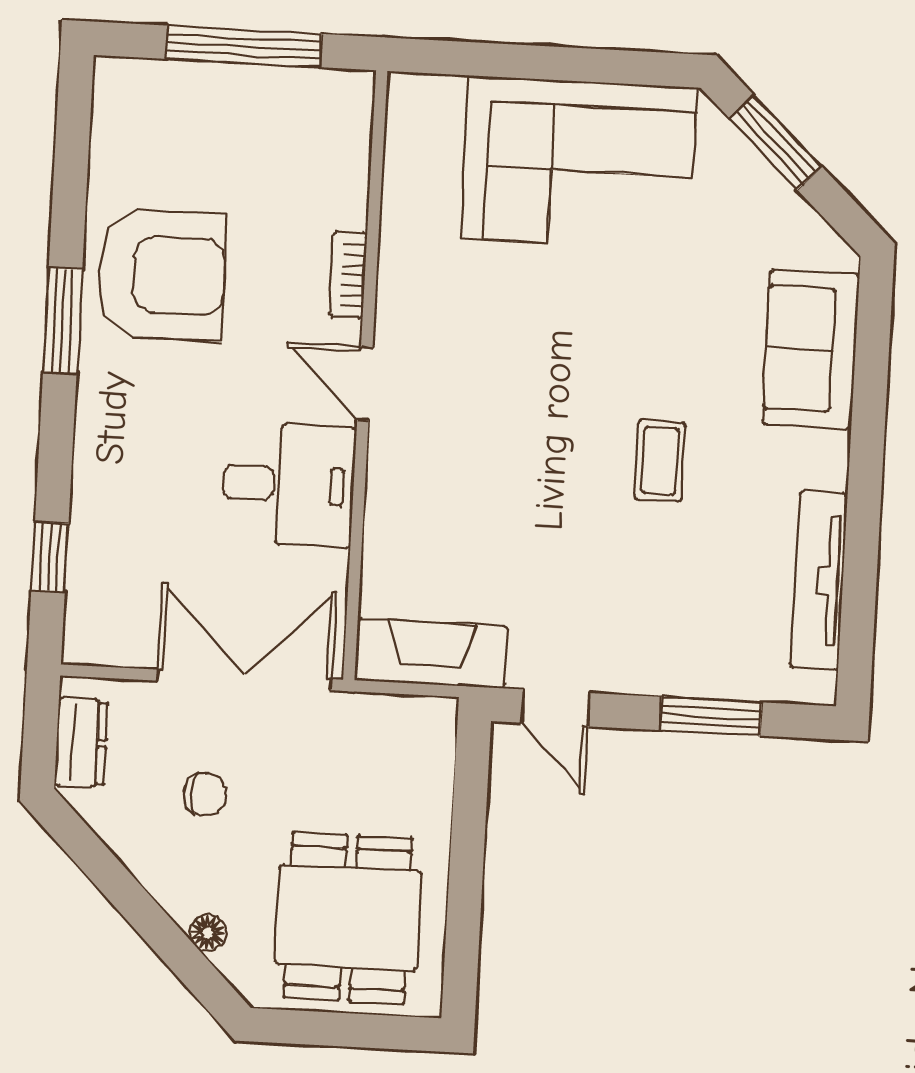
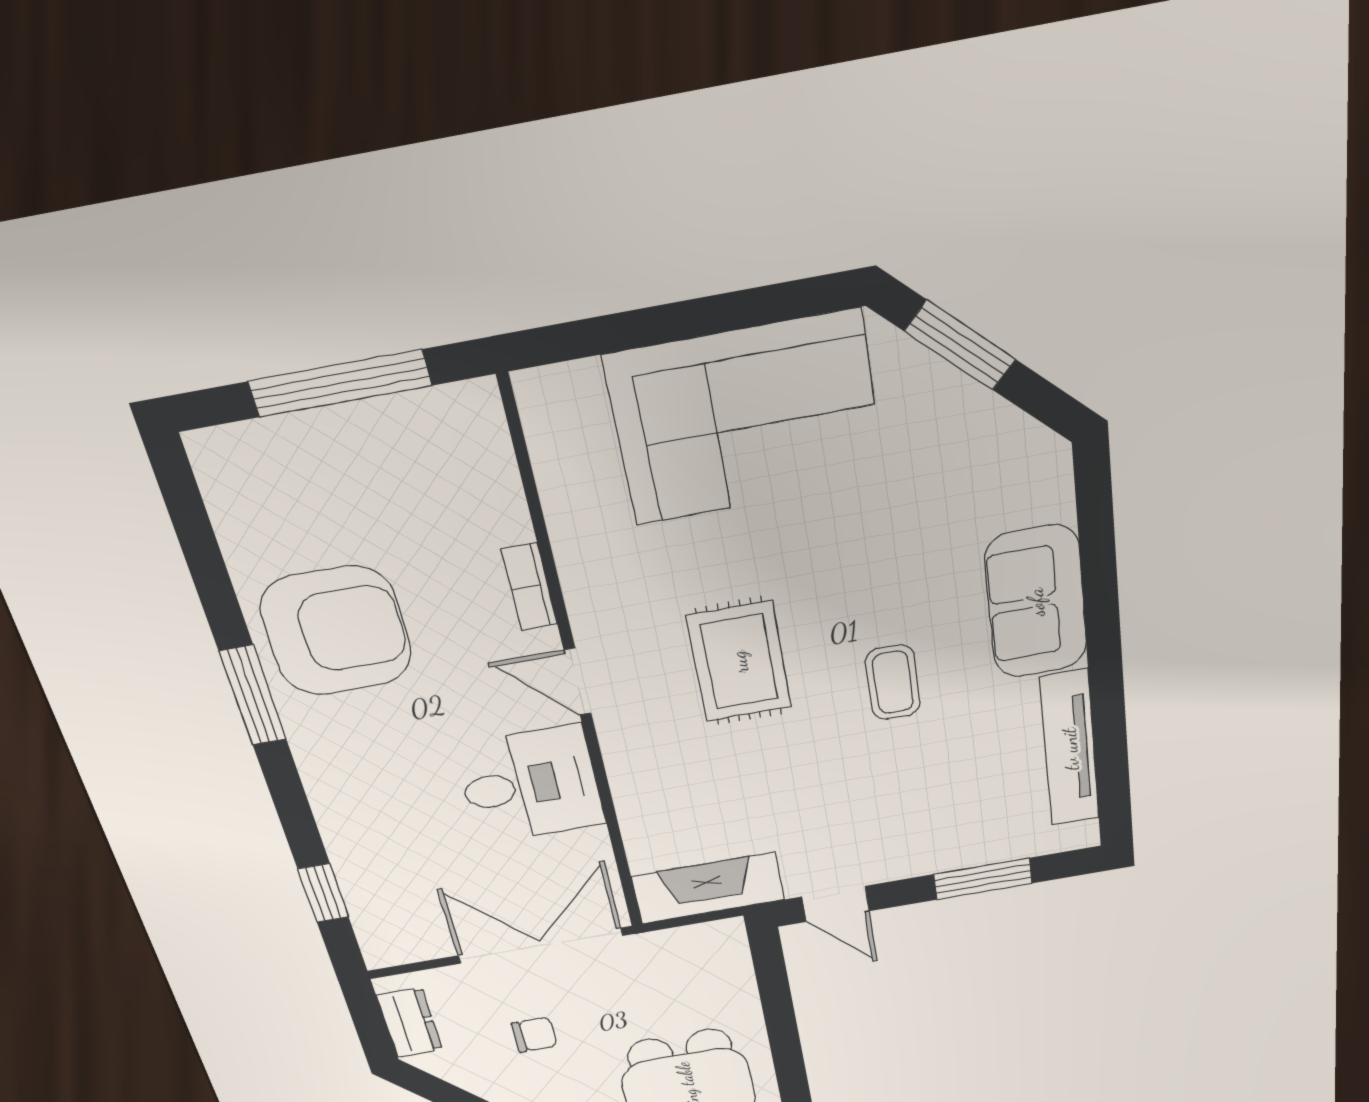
sofa: (811, 349) -> (1036, 602), moved
rug: (520, 401) -> (739, 662), added

